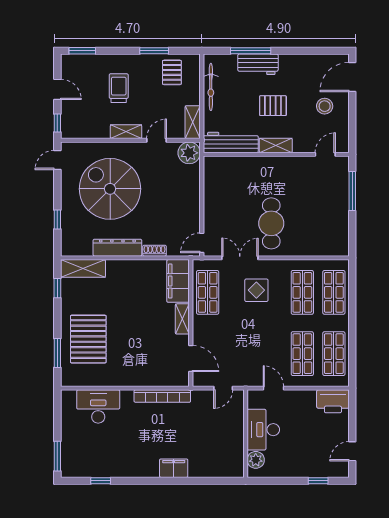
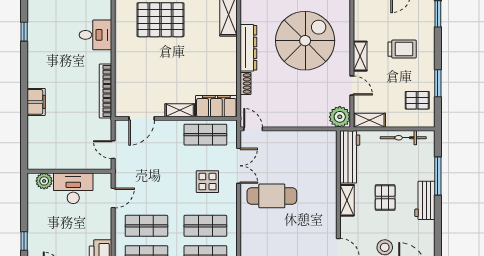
workbench: (258, 64) -> (425, 200), moved
desk: (98, 406) -> (95, 35), width x0.73

